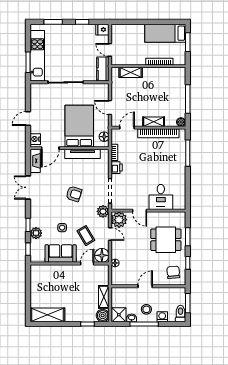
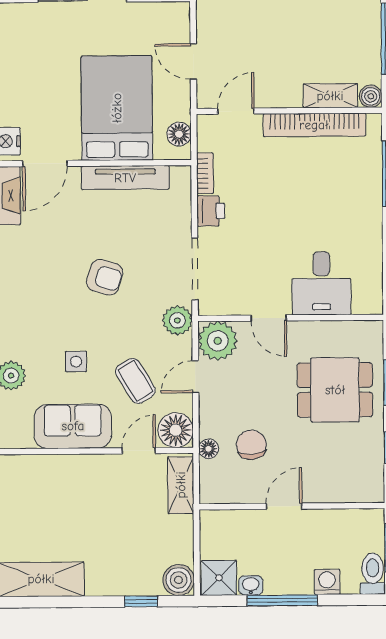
shelving: (154, 122) -> (330, 96), moved
door: (110, 234) -> (196, 377), swing flipped
chair: (173, 272) -> (251, 445), moved
shelving: (104, 297) -> (181, 485), moved
stool: (146, 309) -> (288, 564), removed

